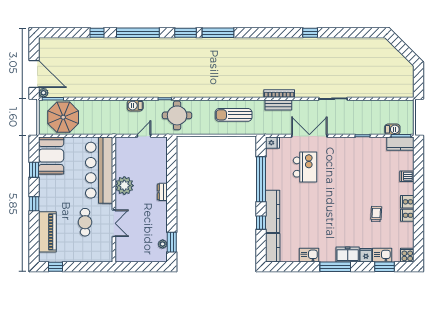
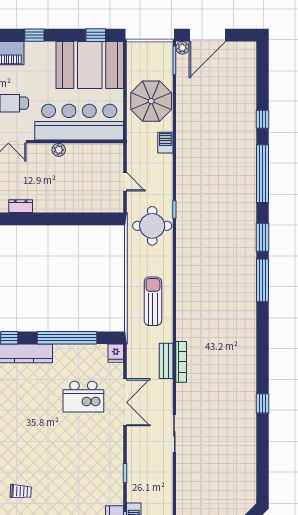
barbecue: (135, 106) -> (165, 143), moved
parasol: (63, 117) -> (151, 101), moved
booth: (51, 156) -> (90, 65), width x1.36, depth x1.42
window: (34, 170) -> (96, 35), moved
plant: (124, 186) -> (59, 150), width x0.53, depth x0.53
dresser: (162, 192) -> (21, 206), moved

